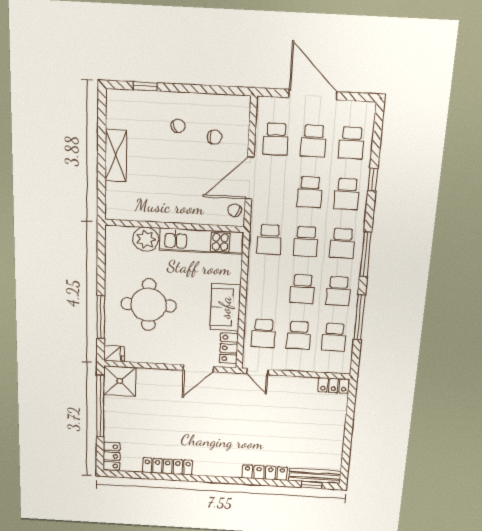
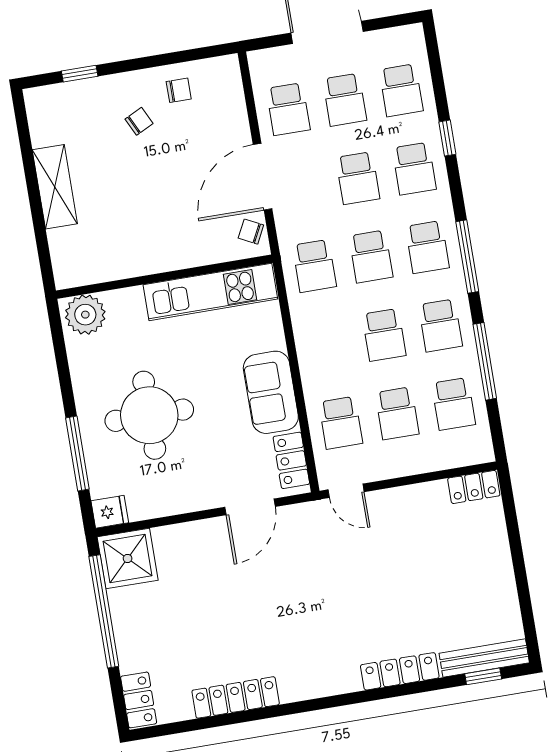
chair: (215, 137) -> (179, 90), moved
plant: (146, 239) -> (85, 315), moved

